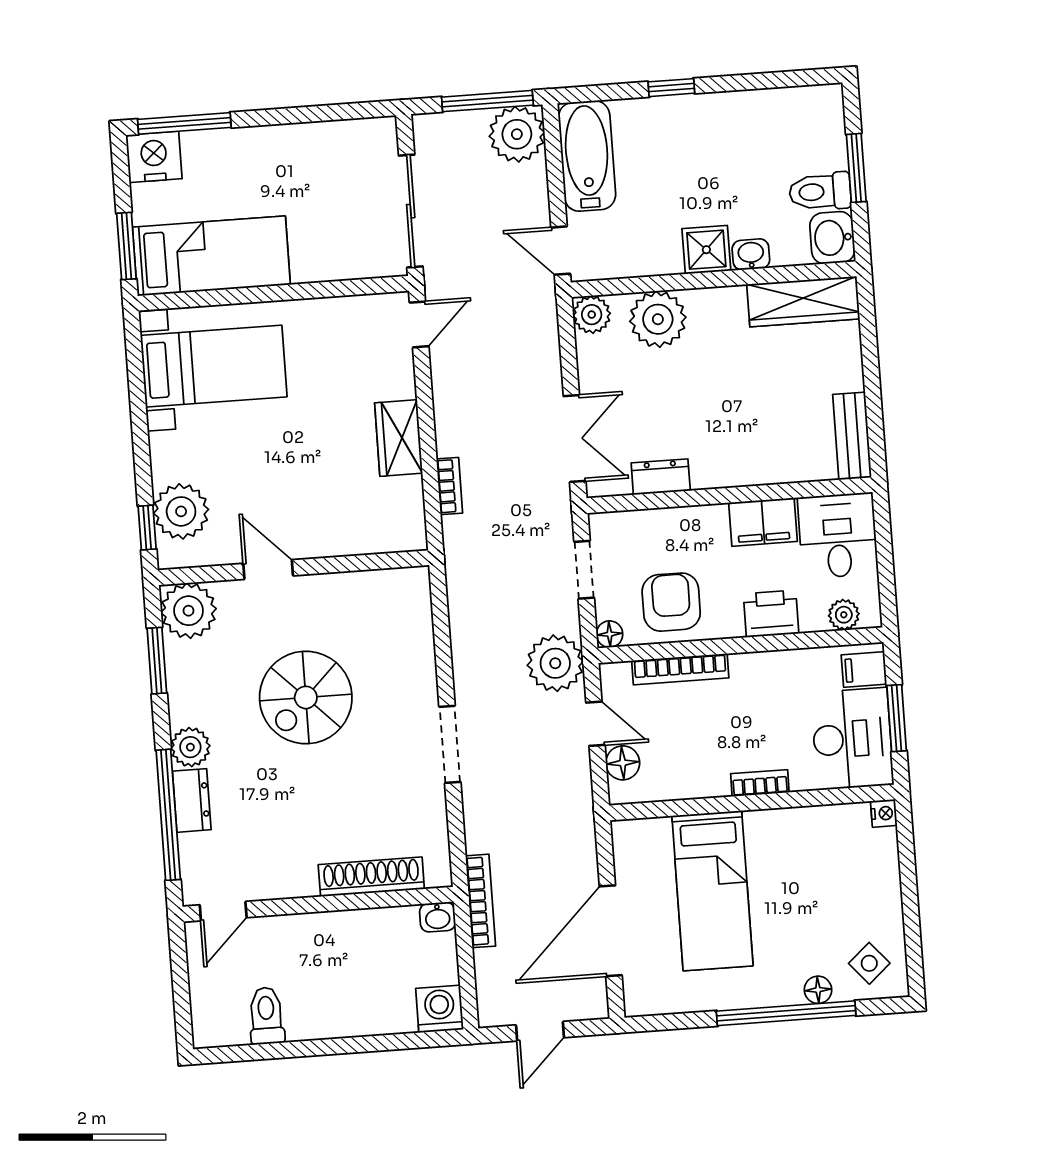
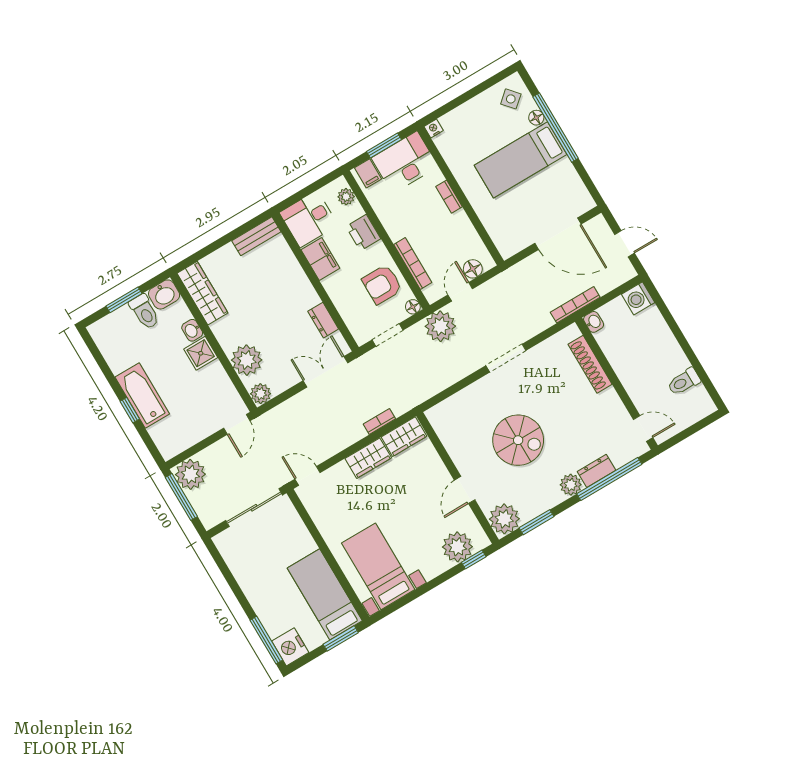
bathtub: (587, 156) -> (142, 395), moved, turned 90
wardrobe: (405, 514) -> (404, 437), added
bed: (712, 891) -> (520, 160), moved, turned 180

